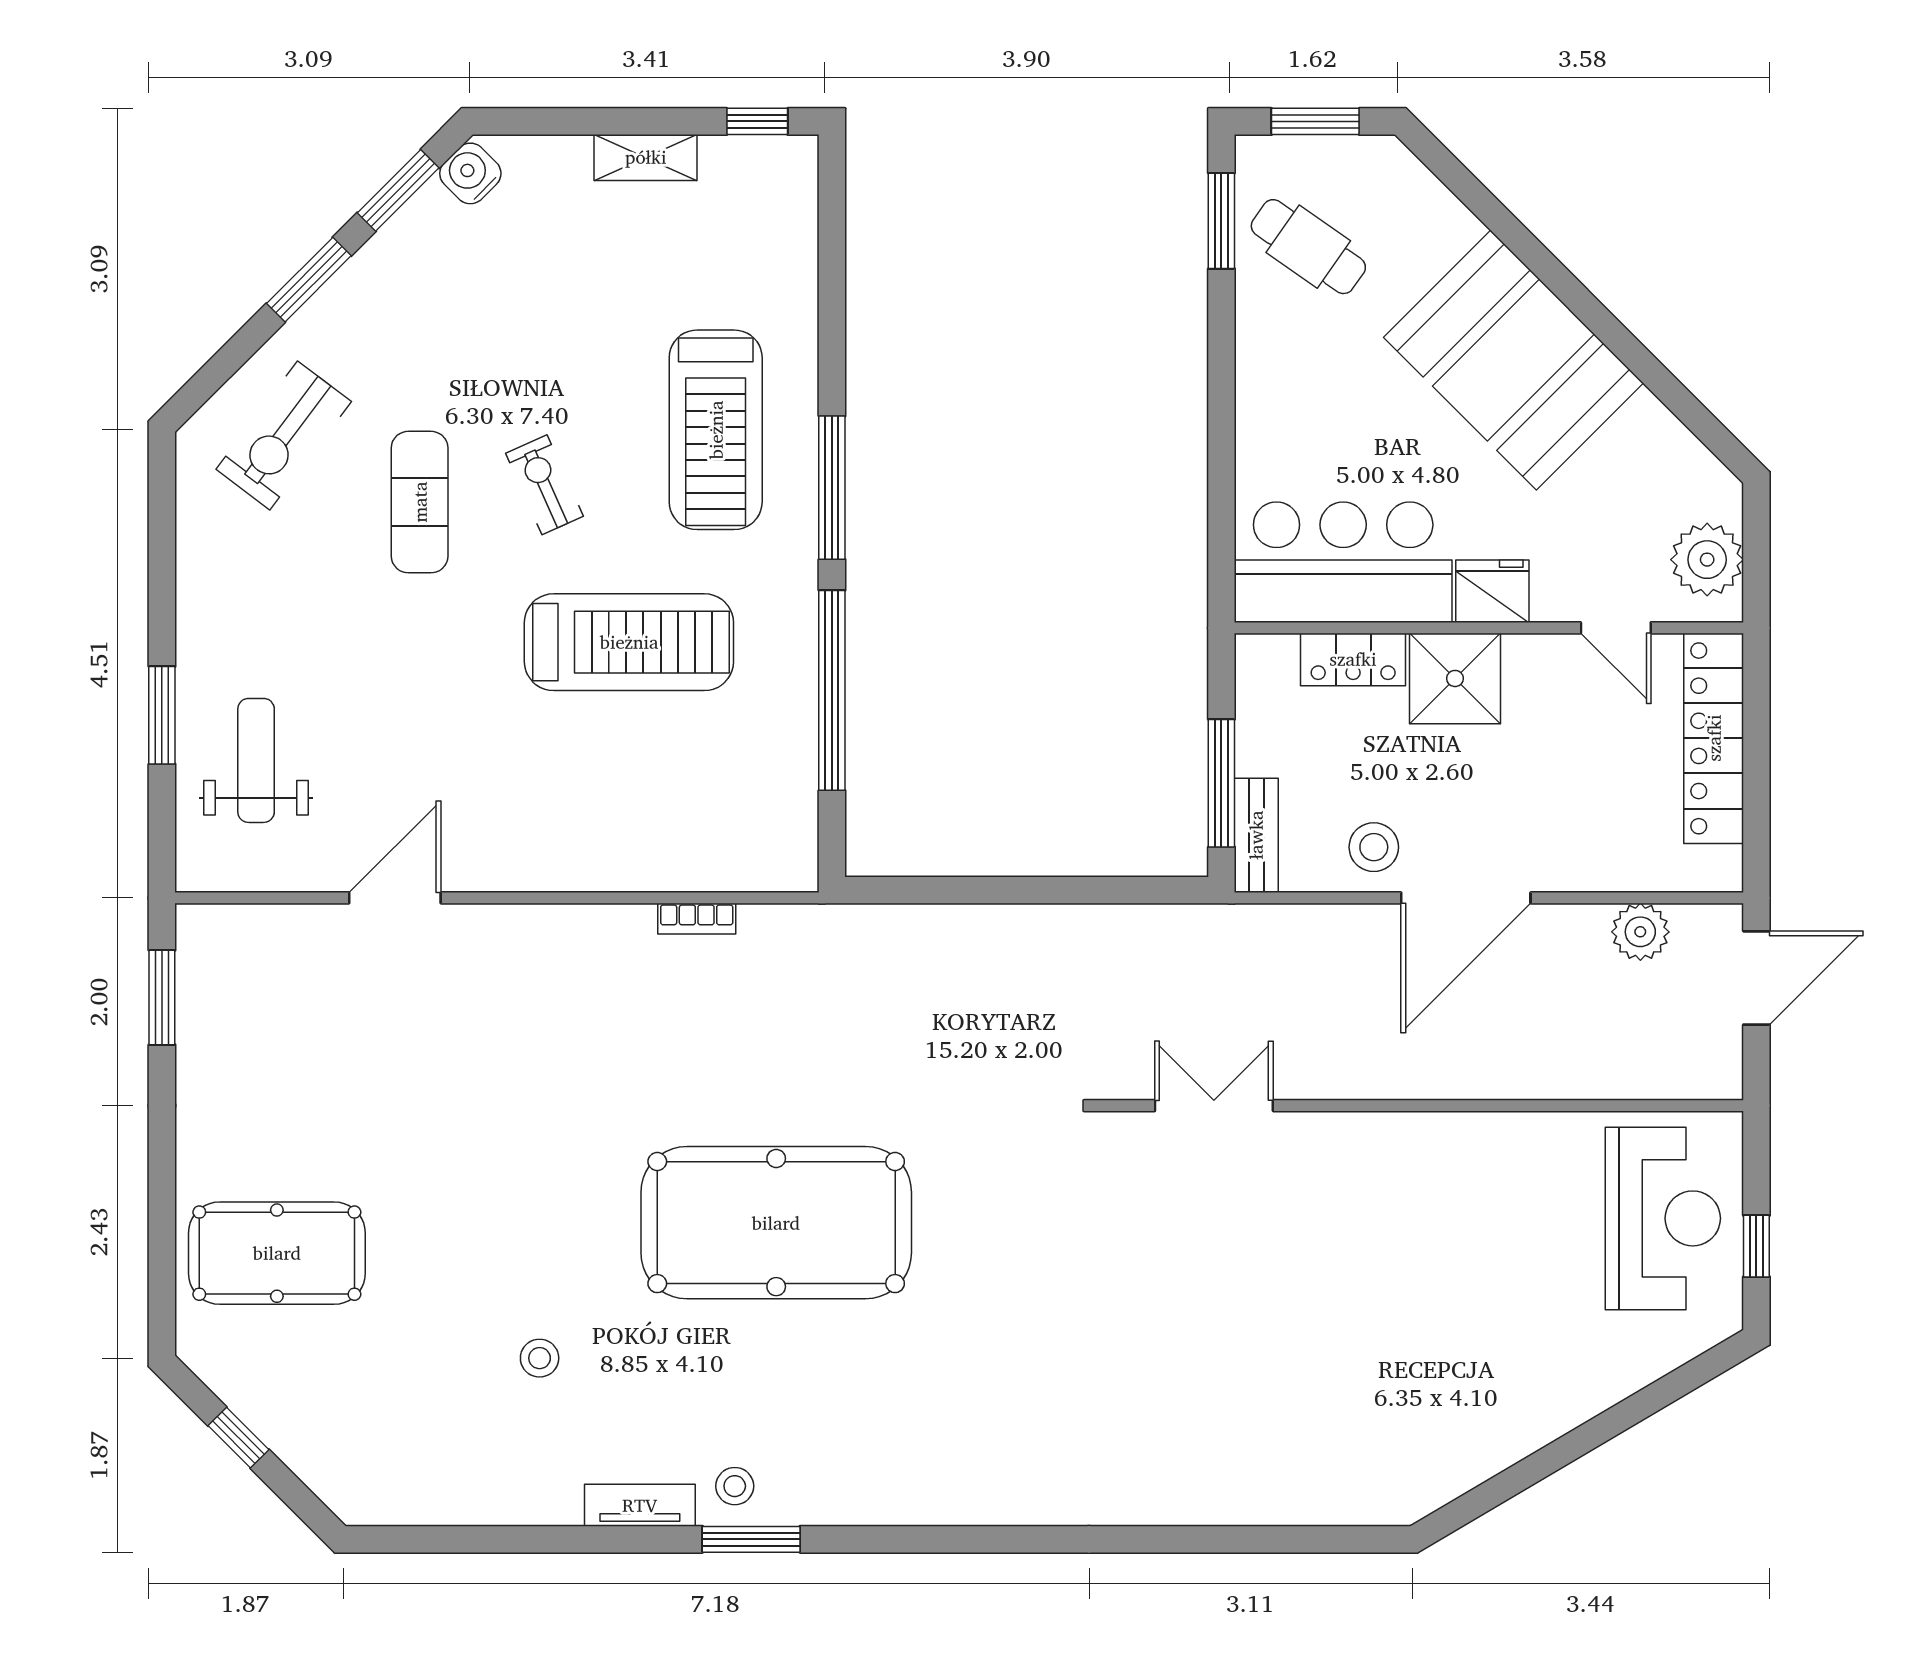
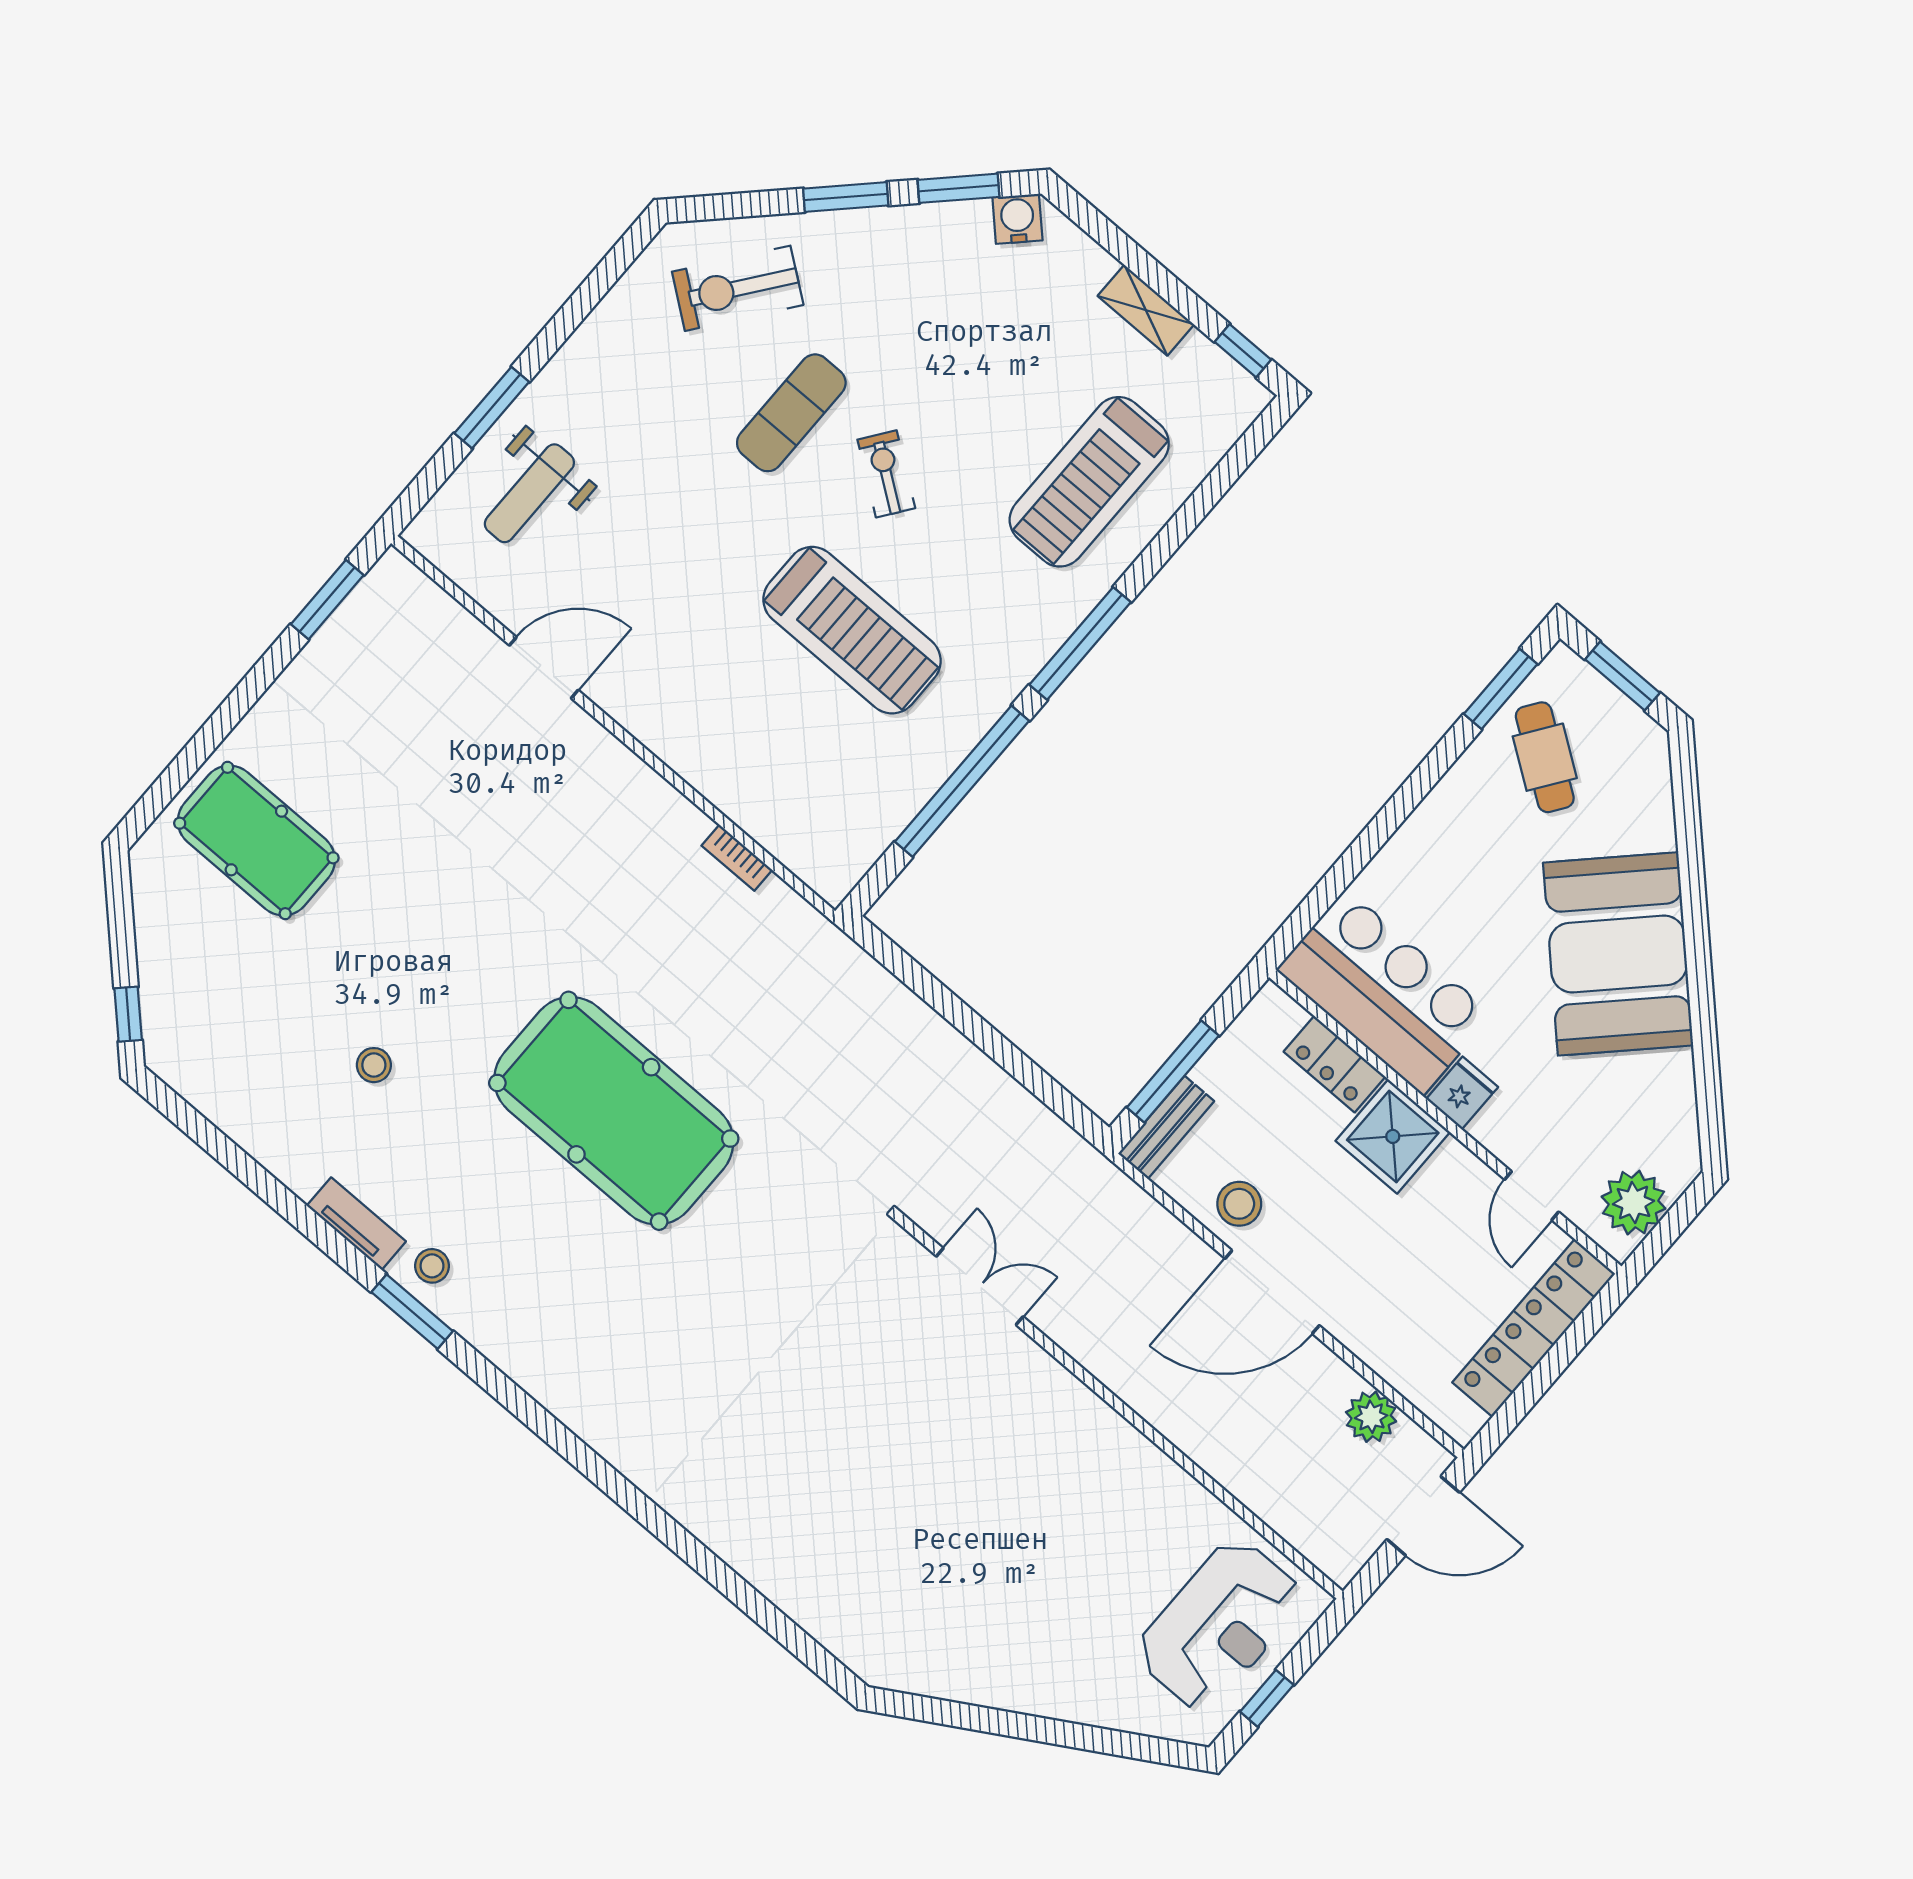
treadmill: (716, 430) -> (1089, 482), moved
exercise bike: (544, 485) -> (886, 474), turned -30
fridge: (1492, 591) -> (1462, 1093), width x0.72
weight bench: (256, 760) -> (529, 493), turned 180
window: (238, 1438) -> (128, 1014), moved

